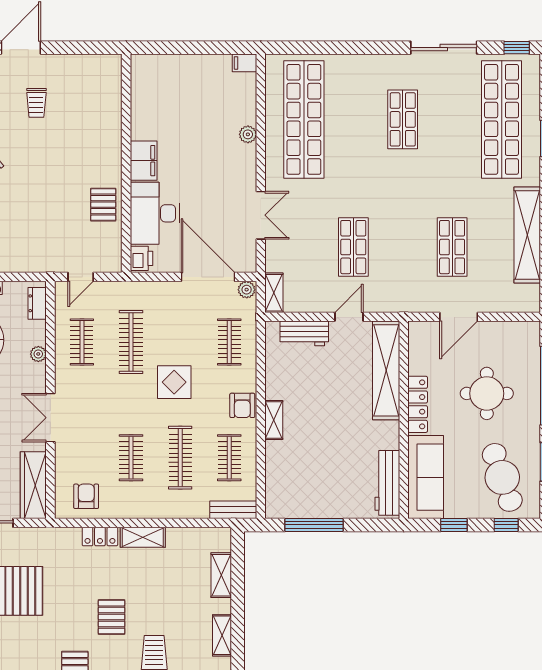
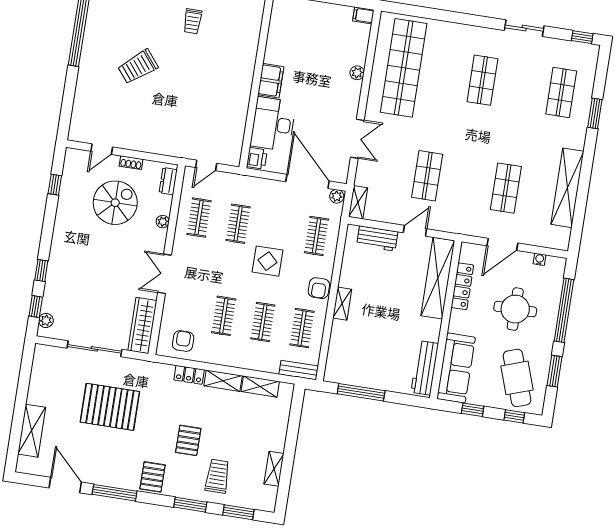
sliding door: (444, 48) -> (524, 28), width x0.73
shop shelf: (502, 119) -> (561, 93), width x0.50, depth x0.74
pallet: (103, 205) -> (233, 111), removed
water cooler: (507, 328) -> (540, 259), added
clothes rail: (131, 342) -> (238, 224), width x0.73
locker: (418, 404) -> (462, 286), moved
clothes rail: (180, 458) -> (263, 322), width x0.73
shelving: (221, 575) -> (260, 386), moved, turned 90

